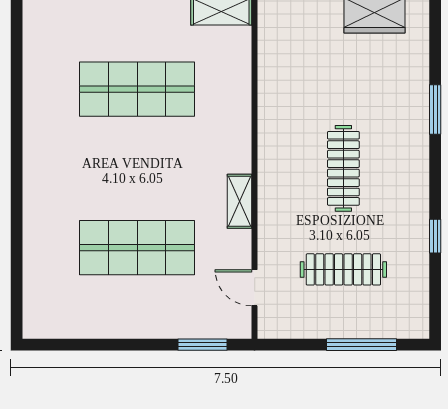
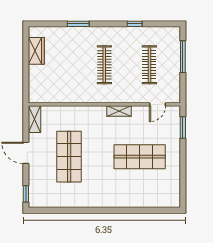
clothes rail: (343, 168) -> (104, 65), turned 90
shop shelf: (137, 248) -> (140, 157), turned 90

